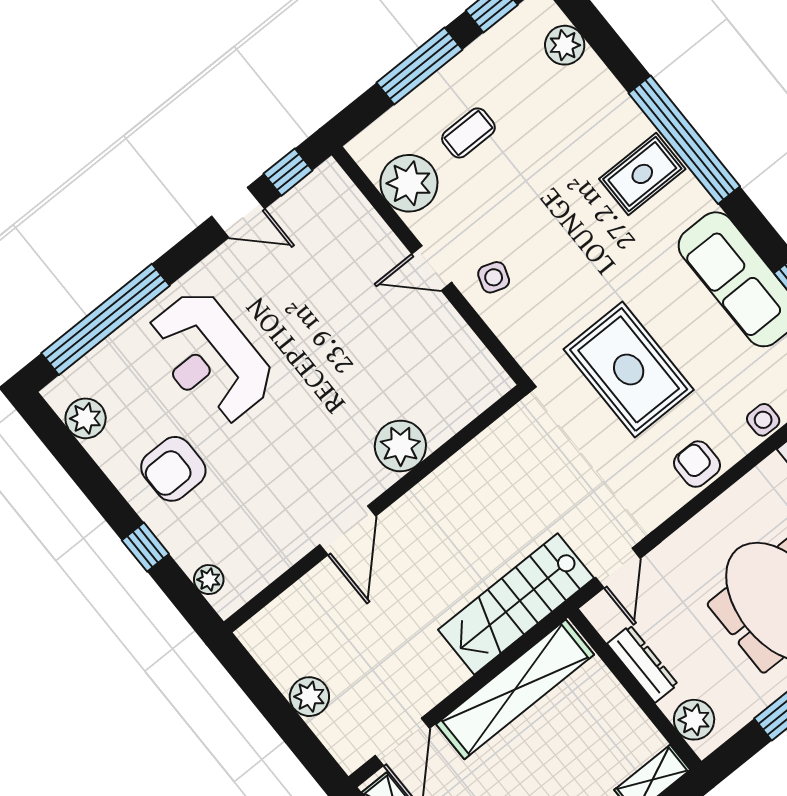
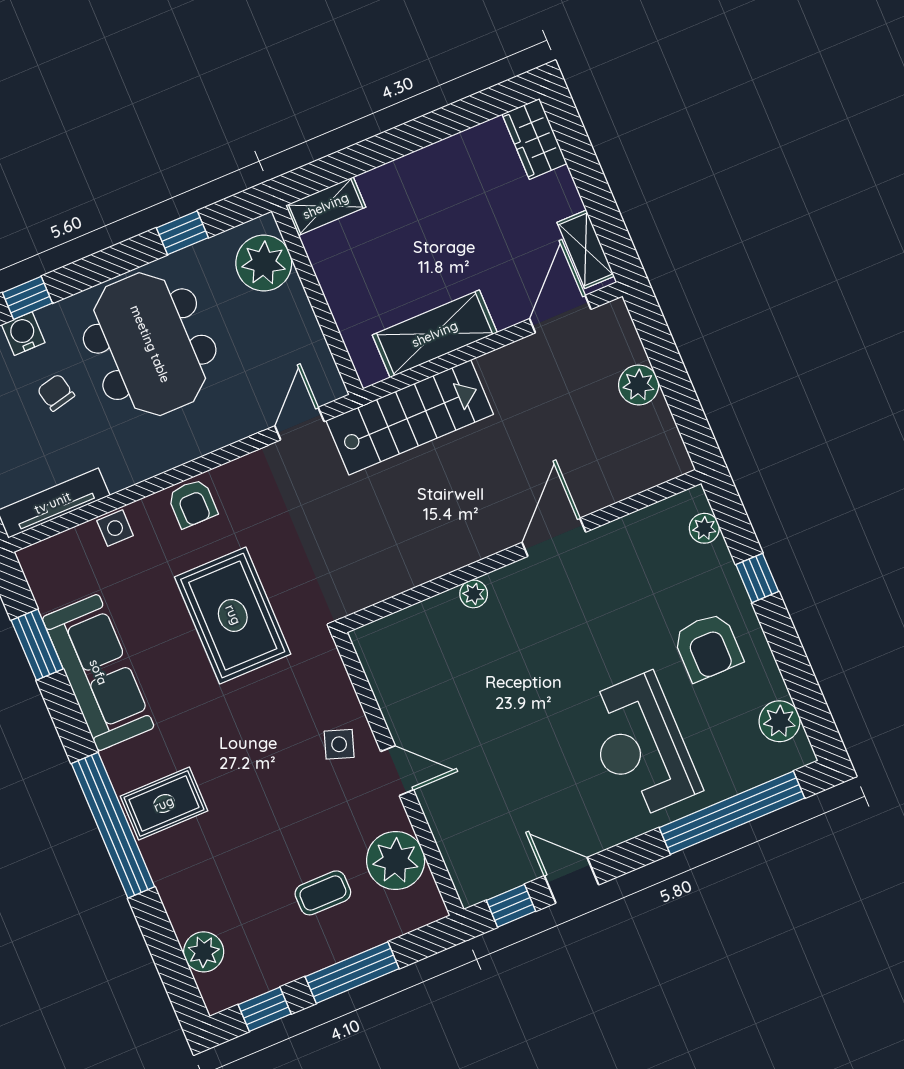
reception desk: (210, 358) -> (640, 746), turned 180
plant: (400, 446) -> (474, 594), width x0.53, depth x0.53
armchair: (173, 469) -> (708, 647), turned 90
dresser: (643, 664) -> (302, 323), removed
shelving: (515, 689) -> (435, 334), width x0.68
plant: (694, 720) -> (264, 263), width x1.36, depth x1.36

